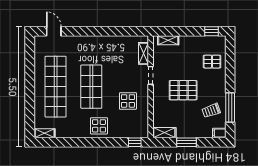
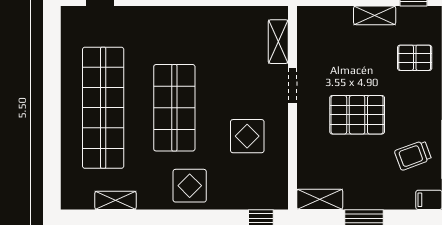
shelving: (168, 40) -> (375, 15), moved
shelving: (45, 133) -> (115, 200), moved

